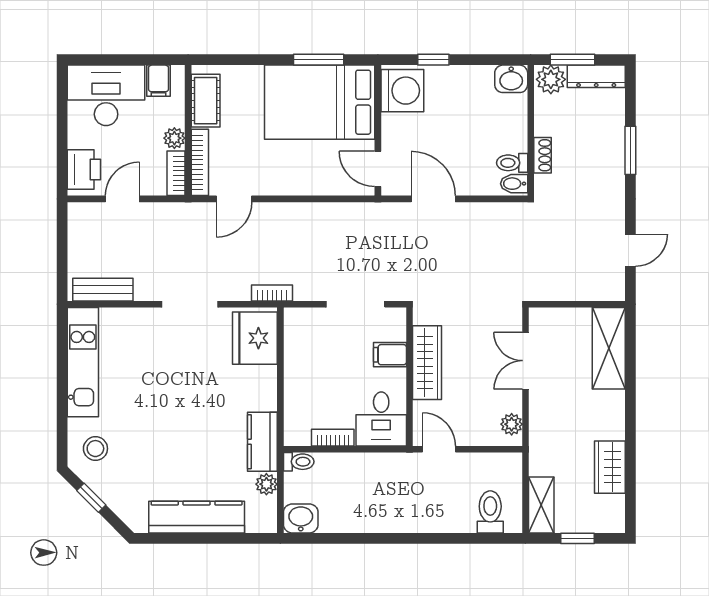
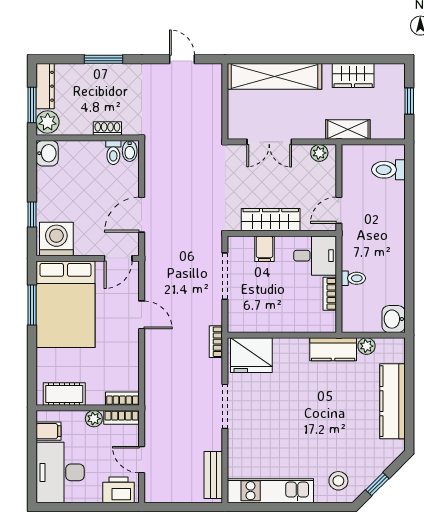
bookcase: (200, 162) -> (122, 399), width x0.64
door: (234, 199) -> (142, 315), moved
shelving: (609, 348) -> (274, 76), width x1.47
toilet: (299, 462) -> (353, 278), moved, turned 90
shelving: (541, 505) -> (348, 130), moved

